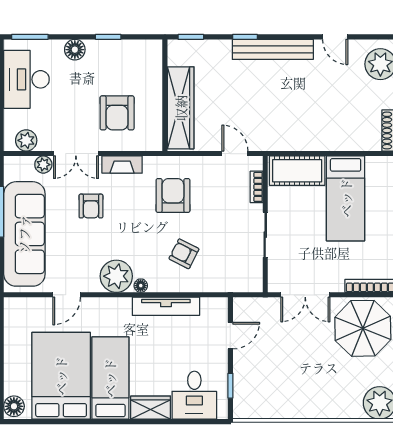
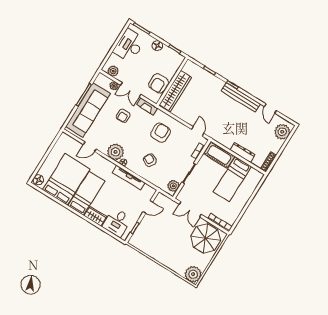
wall: (165, 95) -> (172, 81), moved
wardrobe: (181, 108) -> (176, 91), moved
dresser: (334, 142) -> (242, 152), added
plant: (251, 273) -> (173, 186), added

